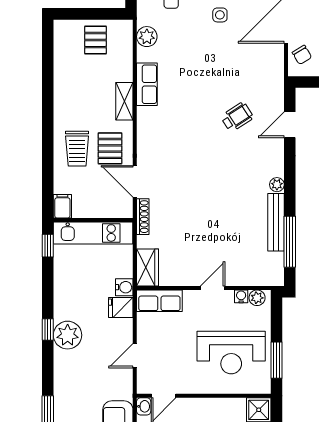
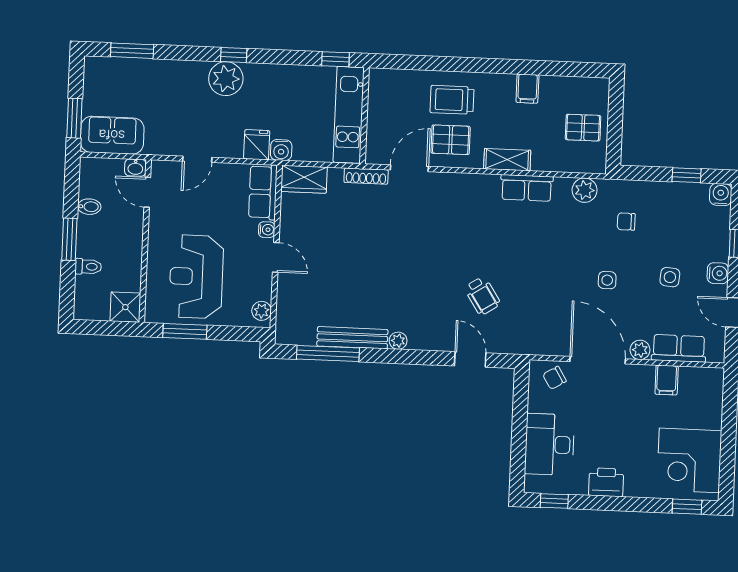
filing cabinet: (62, 206) -> (527, 89), moved, turned 90
water cooler: (241, 296) -> (267, 230), moved
door: (135, 356) -> (197, 159), swing flipped

